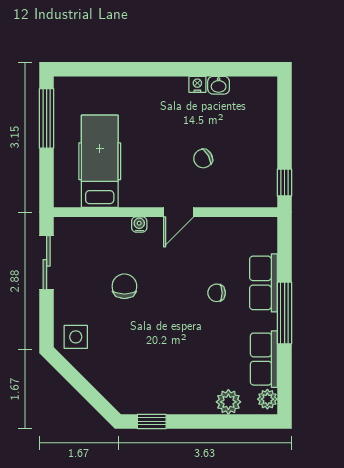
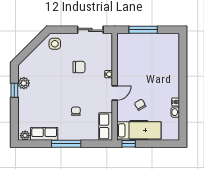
window: (47, 118) -> (143, 30), moved
hospital bed: (100, 161) -> (139, 130), moved
door: (179, 212) -> (115, 93), swing flipped
row of seats: (263, 283) -> (106, 126), moved, turned -90
plant: (228, 402) -> (24, 83), moved
window: (152, 421) -> (14, 90), moved

